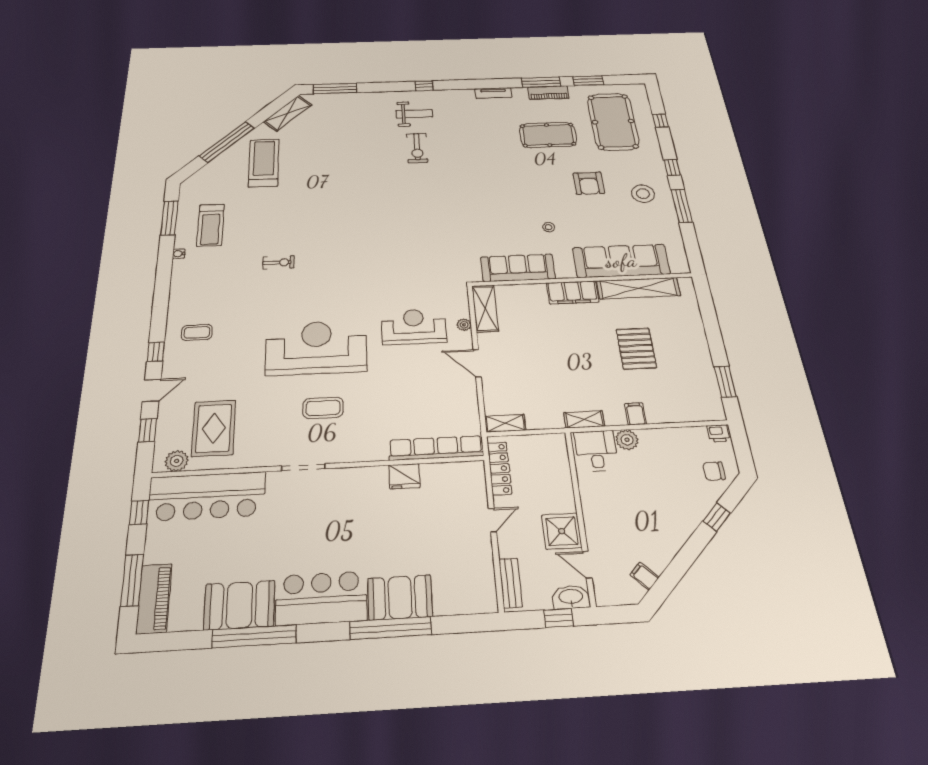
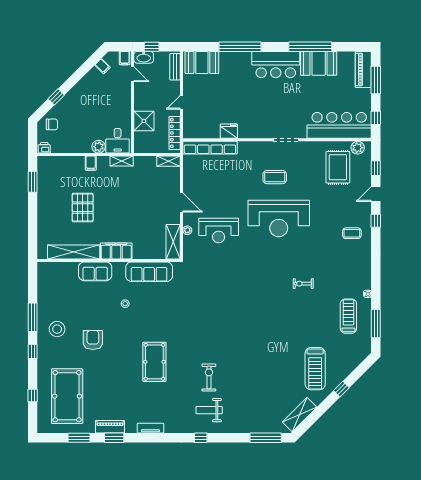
window: (541, 82) -> (114, 438), width x0.69
pool table: (548, 135) -> (154, 362), moved, turned 90
window: (227, 142) -> (341, 389), width x0.32
sofa: (621, 261) -> (95, 271), width x0.54, depth x0.79
shower: (562, 531) -> (144, 121), moved
filing cabinet: (606, 593) -> (125, 58), added
booth: (400, 597) -> (202, 62), moved

